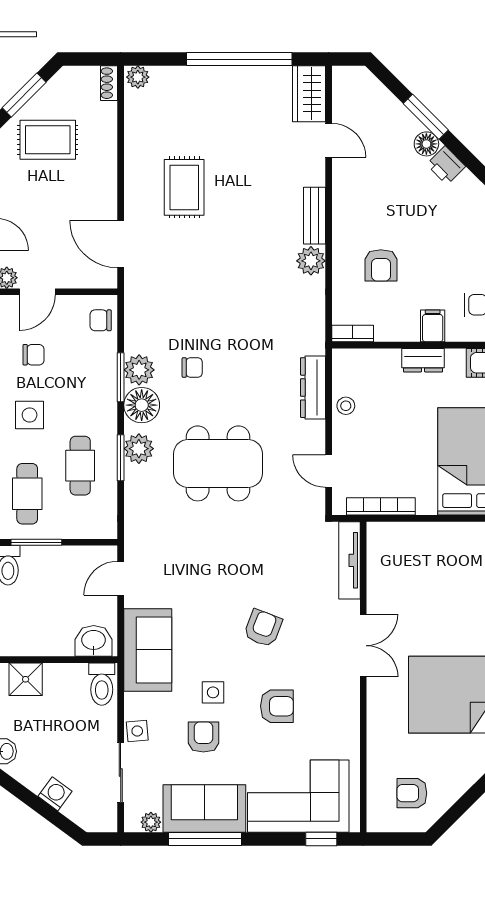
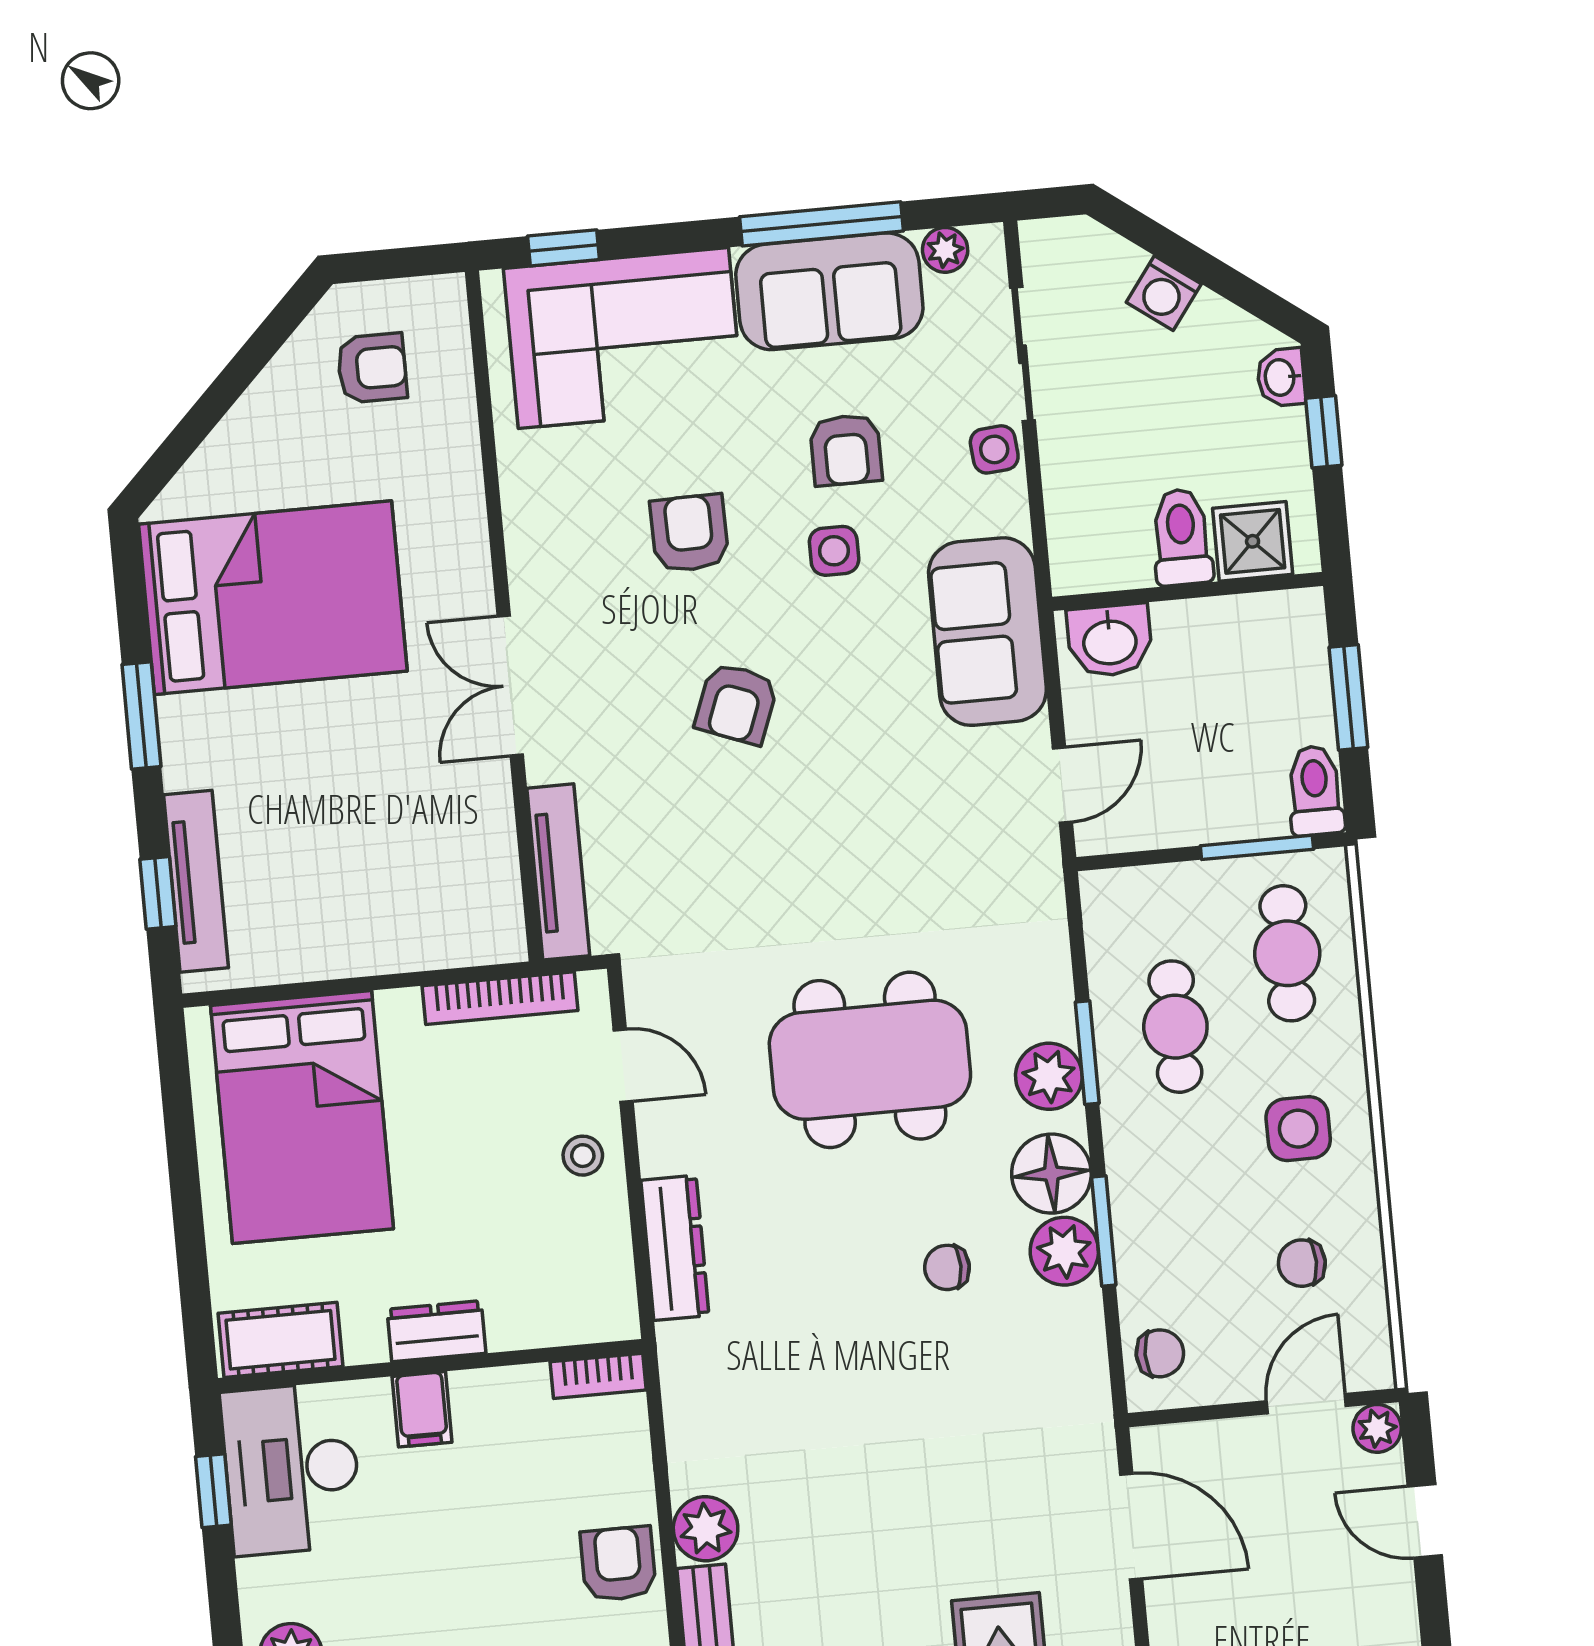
armchair: (381, 265) -> (618, 1564), moved
stool: (346, 406) -> (583, 1156), moved
toilet: (102, 684) -> (1182, 537), moved
armchair: (277, 706) -> (689, 533), turned 89

